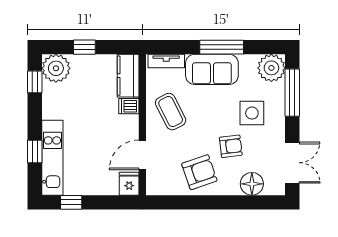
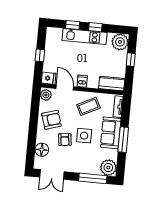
window: (35, 82) -> (95, 27), moved
dishwasher: (129, 106) -> (82, 81), moved
side table: (252, 113) -> (84, 136), moved
kitchen unit: (52, 158) -> (85, 37), moved
armchair: (199, 172) -> (51, 120), turned -88
plant: (158, 186) -> (46, 95), added
window: (71, 202) -> (40, 55), moved

